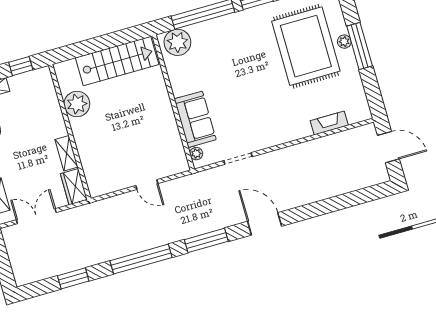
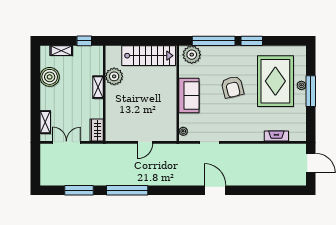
armchair: (248, 72) -> (232, 87), added
sofa: (195, 119) -> (189, 96), moved
shelving: (66, 153) -> (98, 87), moved
door: (147, 185) -> (145, 142), hinge flipped
window: (206, 240) -> (174, 190), removed
window: (73, 278) -> (79, 190), width x1.44

